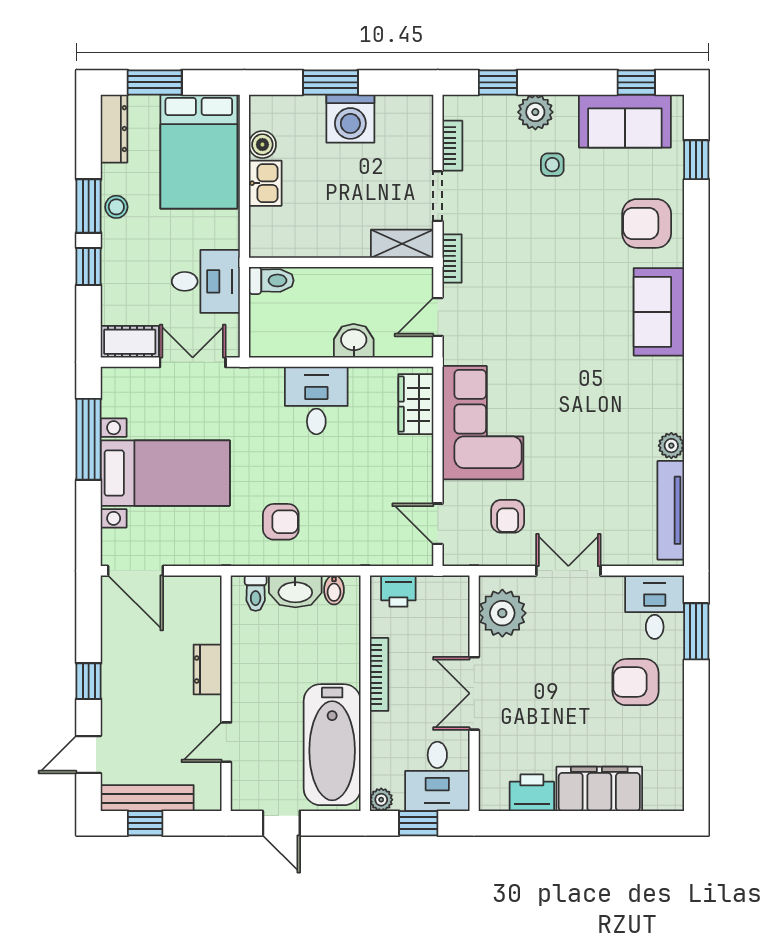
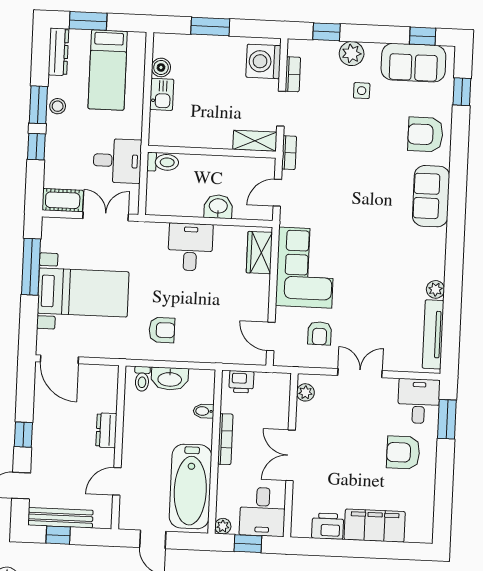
washing machine: (350, 119) -> (263, 61), moved, turned 90
bed: (199, 152) -> (108, 70), width x0.67
bidet: (334, 590) -> (204, 411), moved, turned 90
plant: (502, 613) -> (305, 392), width x0.53, depth x0.53

